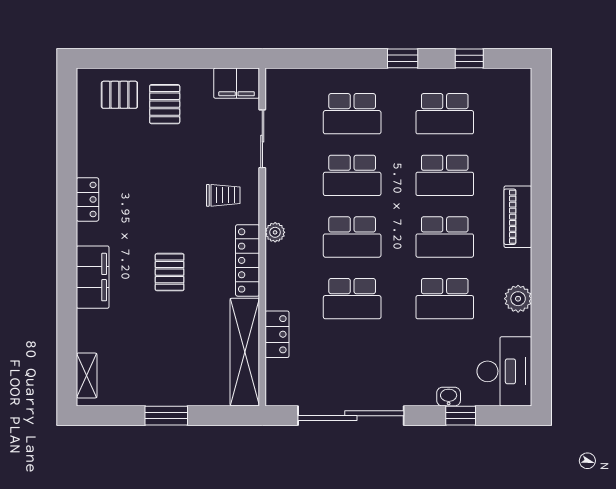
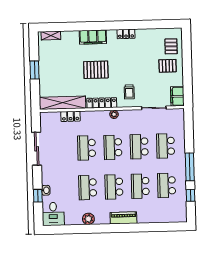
window: (403, 58) -> (190, 167), width x2.17
pallet: (170, 272) -> (96, 70), width x1.50, depth x1.42
desk: (504, 371) -> (53, 214), width x0.73
sliding door: (351, 416) -> (37, 149), width x0.73

